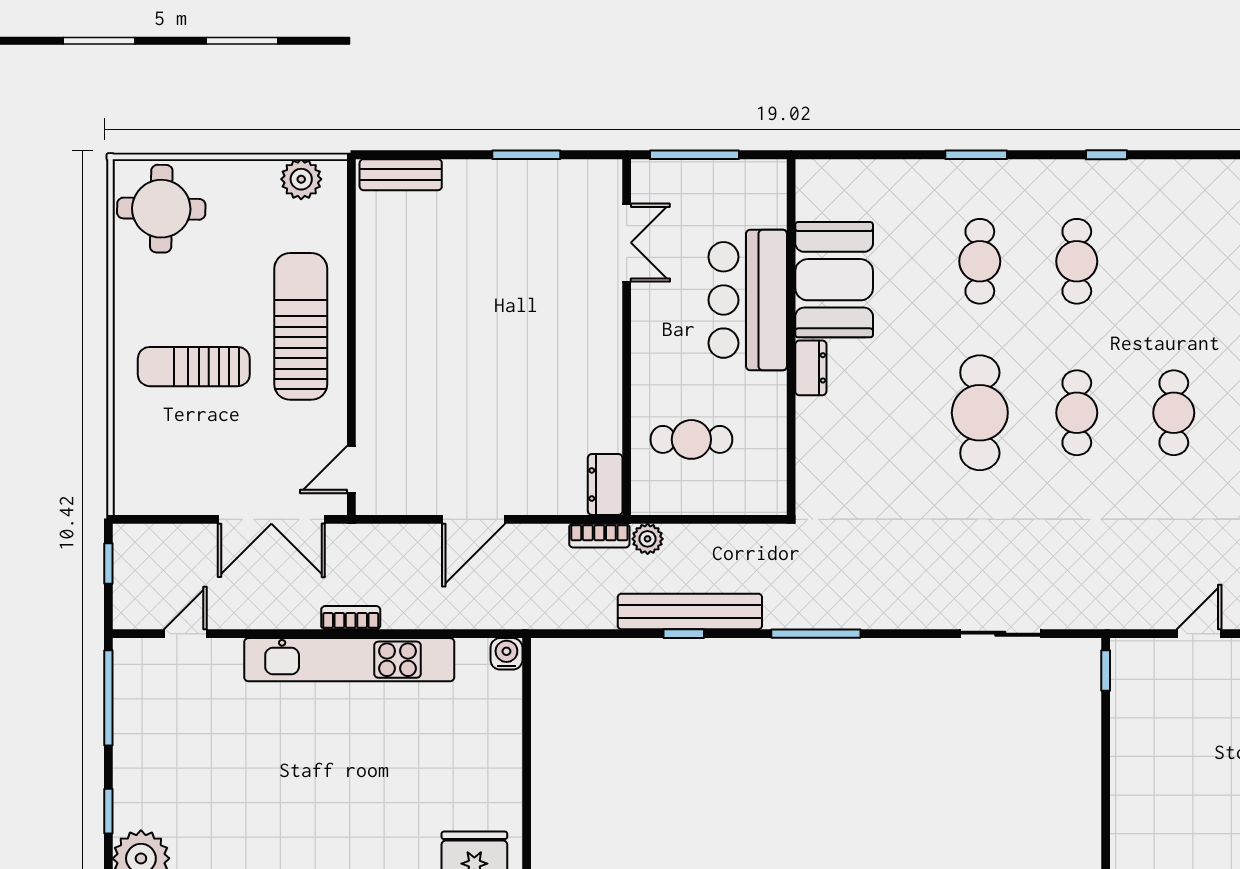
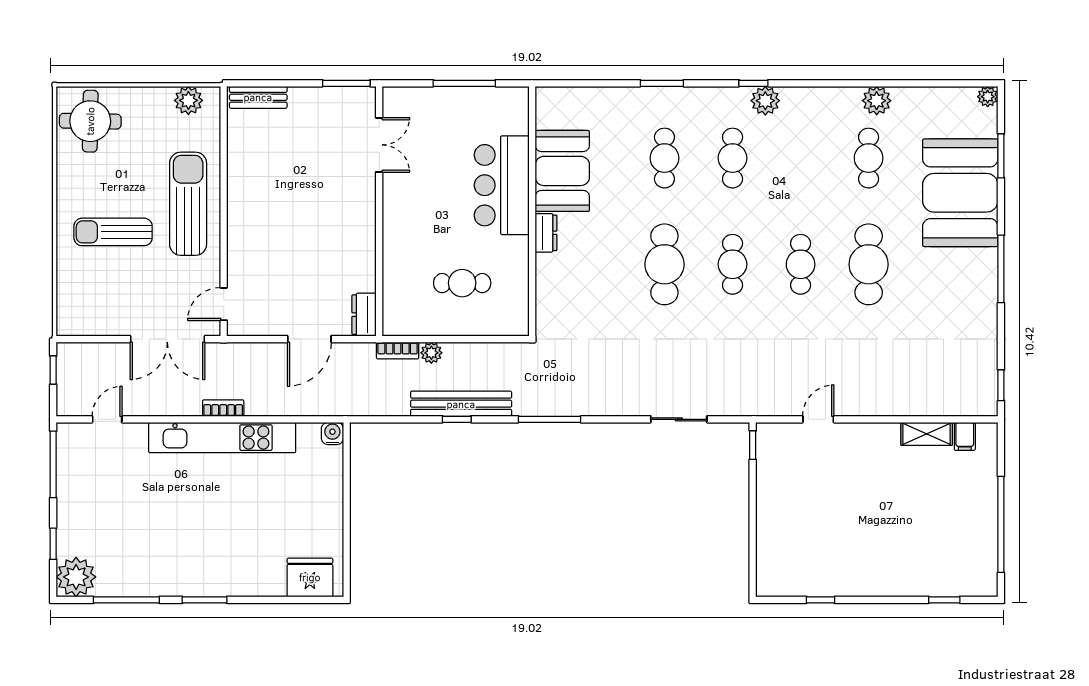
plant: (1124, 180) -> (765, 101), added
double door: (627, 243) -> (379, 145), moved
wall: (627, 337) -> (379, 211), moved
dresser: (605, 484) -> (364, 315), moved

